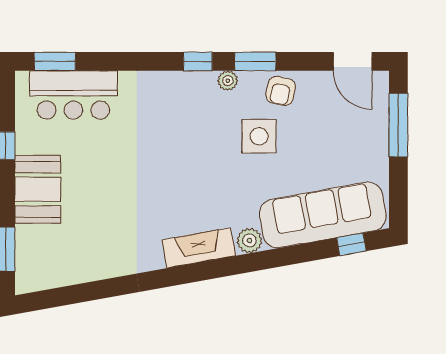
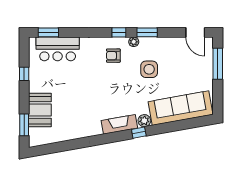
armchair: (281, 91) -> (113, 56), moved, turned 78
booth: (38, 189) -> (40, 110), moved
window: (351, 244) -> (139, 133), moved

